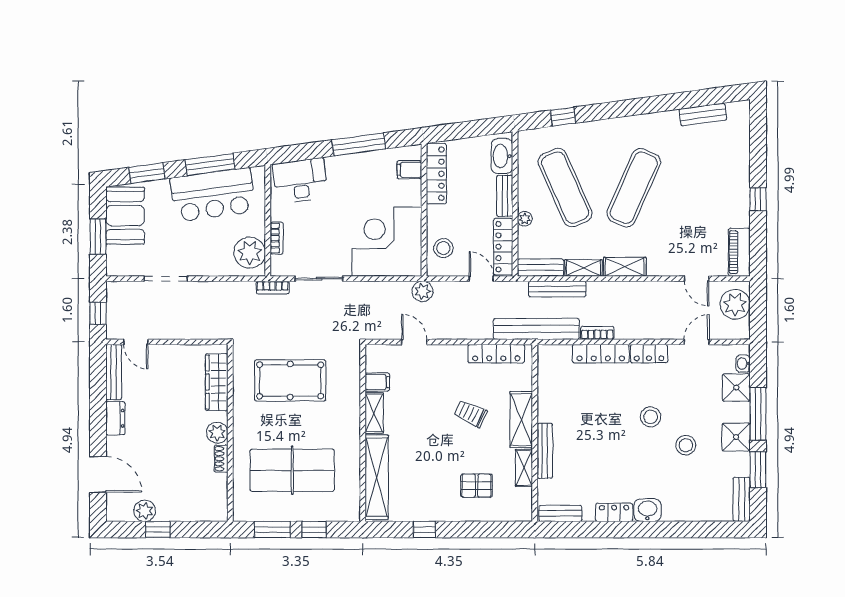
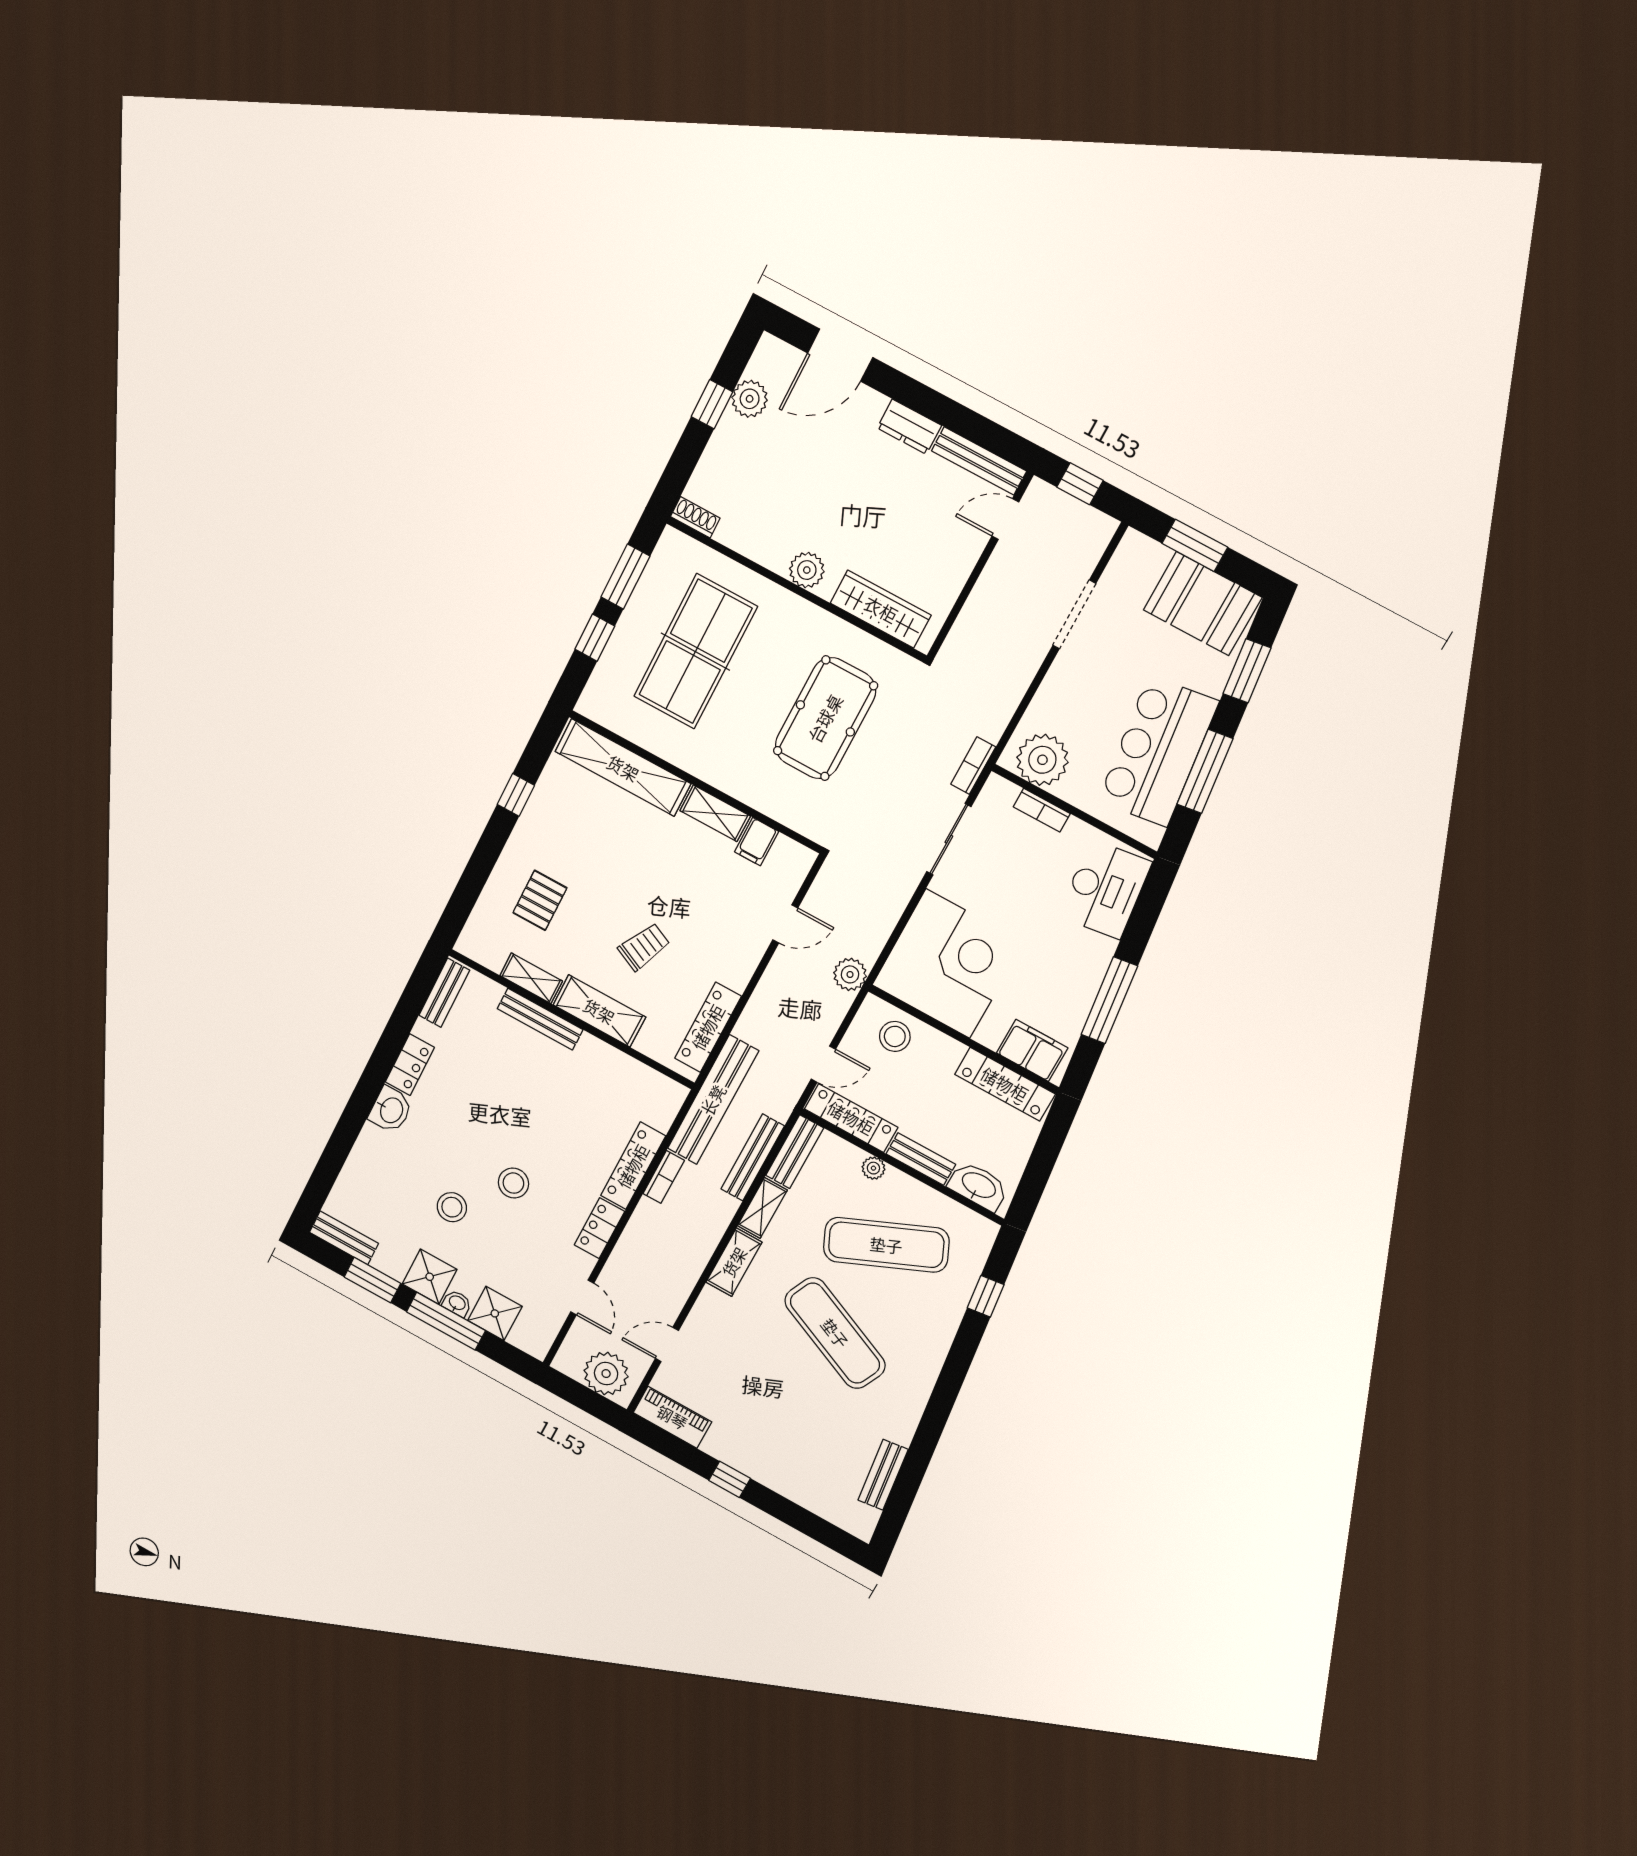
filing cabinet: (409, 170) -> (1032, 1050), width x2.00
washbasin: (743, 364) -> (457, 1303), moved
shoe rack: (221, 459) -> (695, 517), moved

